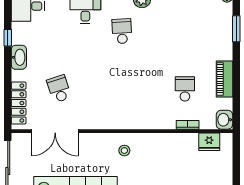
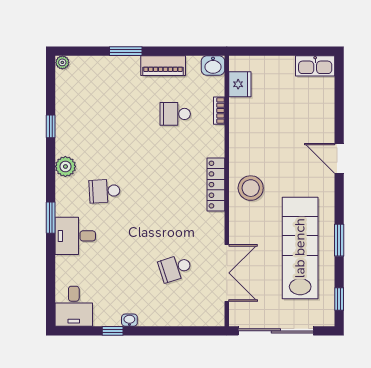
window: (236, 29) -> (126, 51), moved
washbasin: (19, 57) -> (129, 320), width x0.52, depth x0.69
locker: (19, 103) -> (216, 185), moved, turned -90
stool: (124, 151) -> (251, 188), width x1.89, depth x1.89

